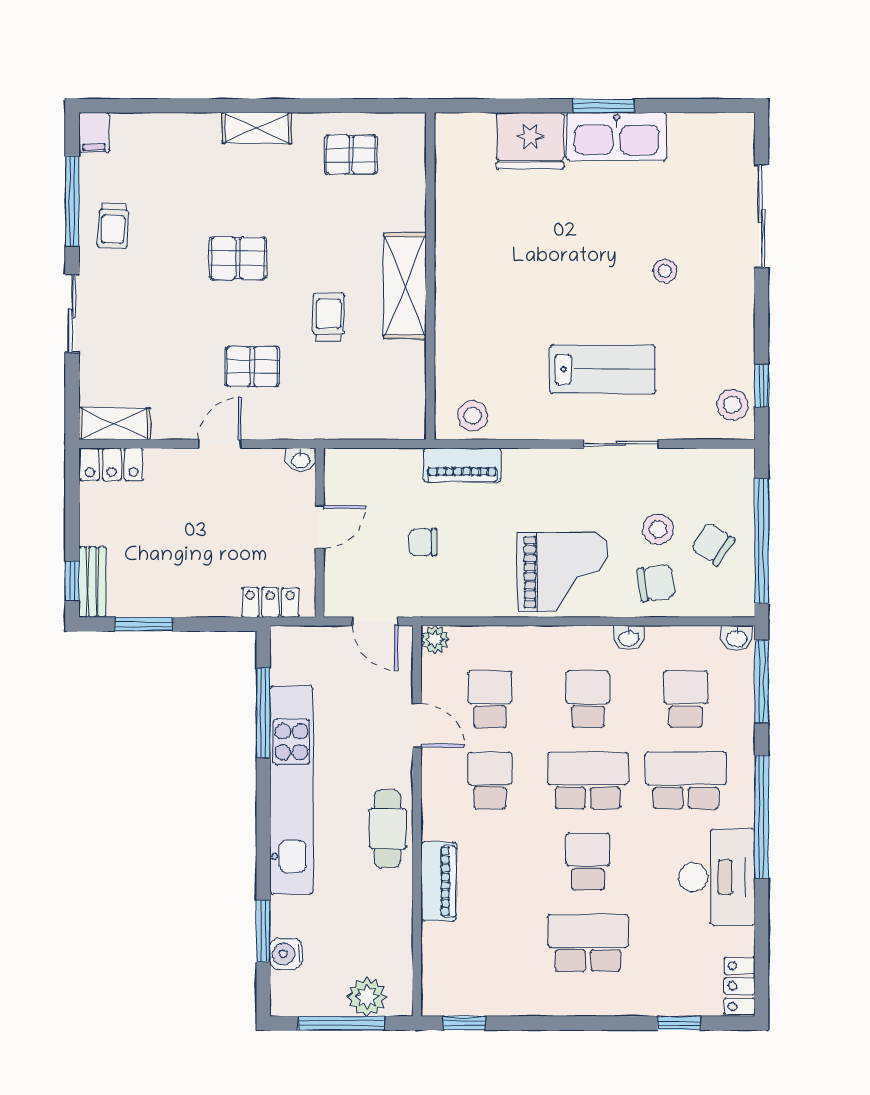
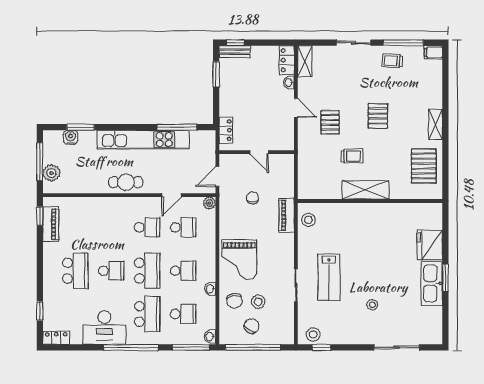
pallet: (351, 155) -> (424, 166), width x1.50, depth x1.42
washbasin: (301, 460) -> (289, 82), moved
piano: (439, 881) -> (51, 224), moved, turned -90

